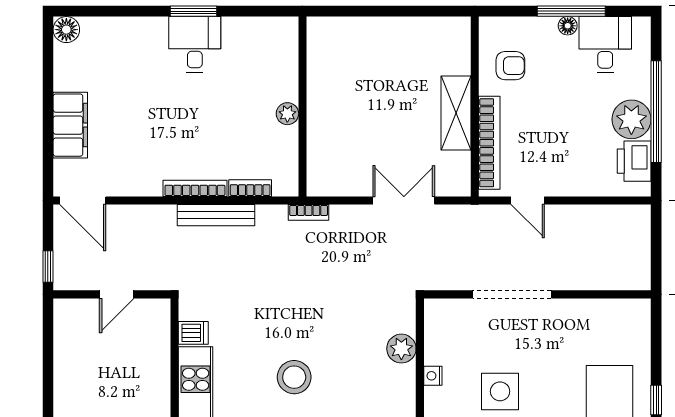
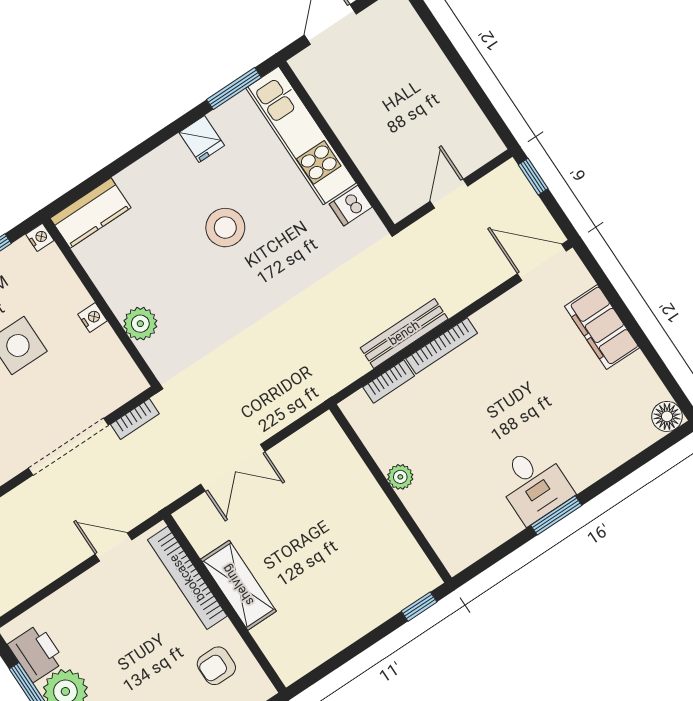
window: (336, 11) -> (419, 607), added
bookcase: (309, 212) -> (135, 419), moved, turned 180

